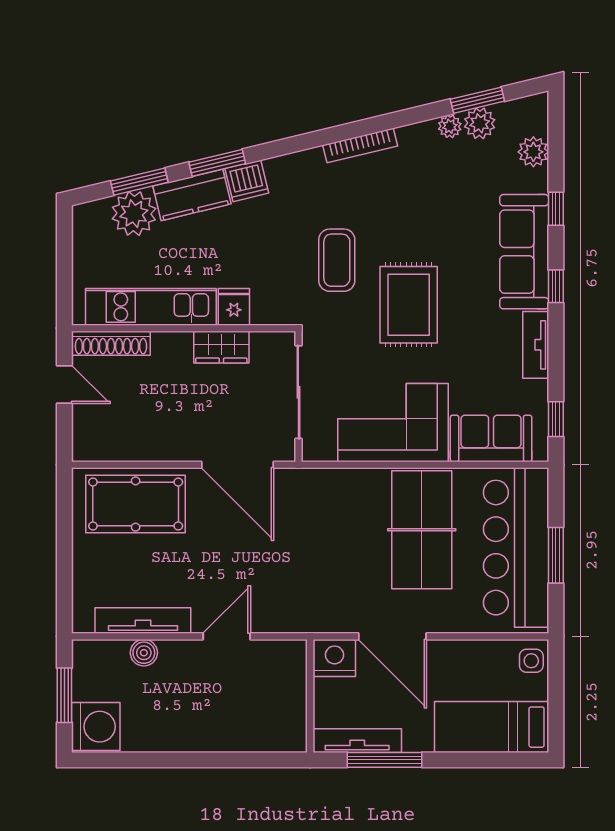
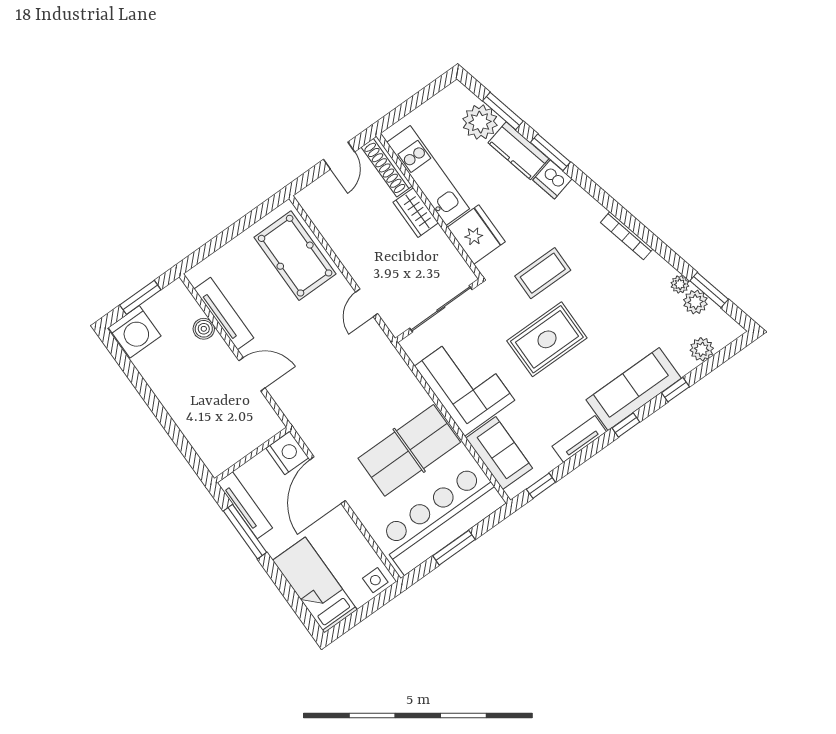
fridge: (234, 307) -> (476, 234), width x1.88, depth x1.34
wardrobe: (221, 347) -> (416, 213), moved
door: (237, 465) -> (367, 303), width x0.53

